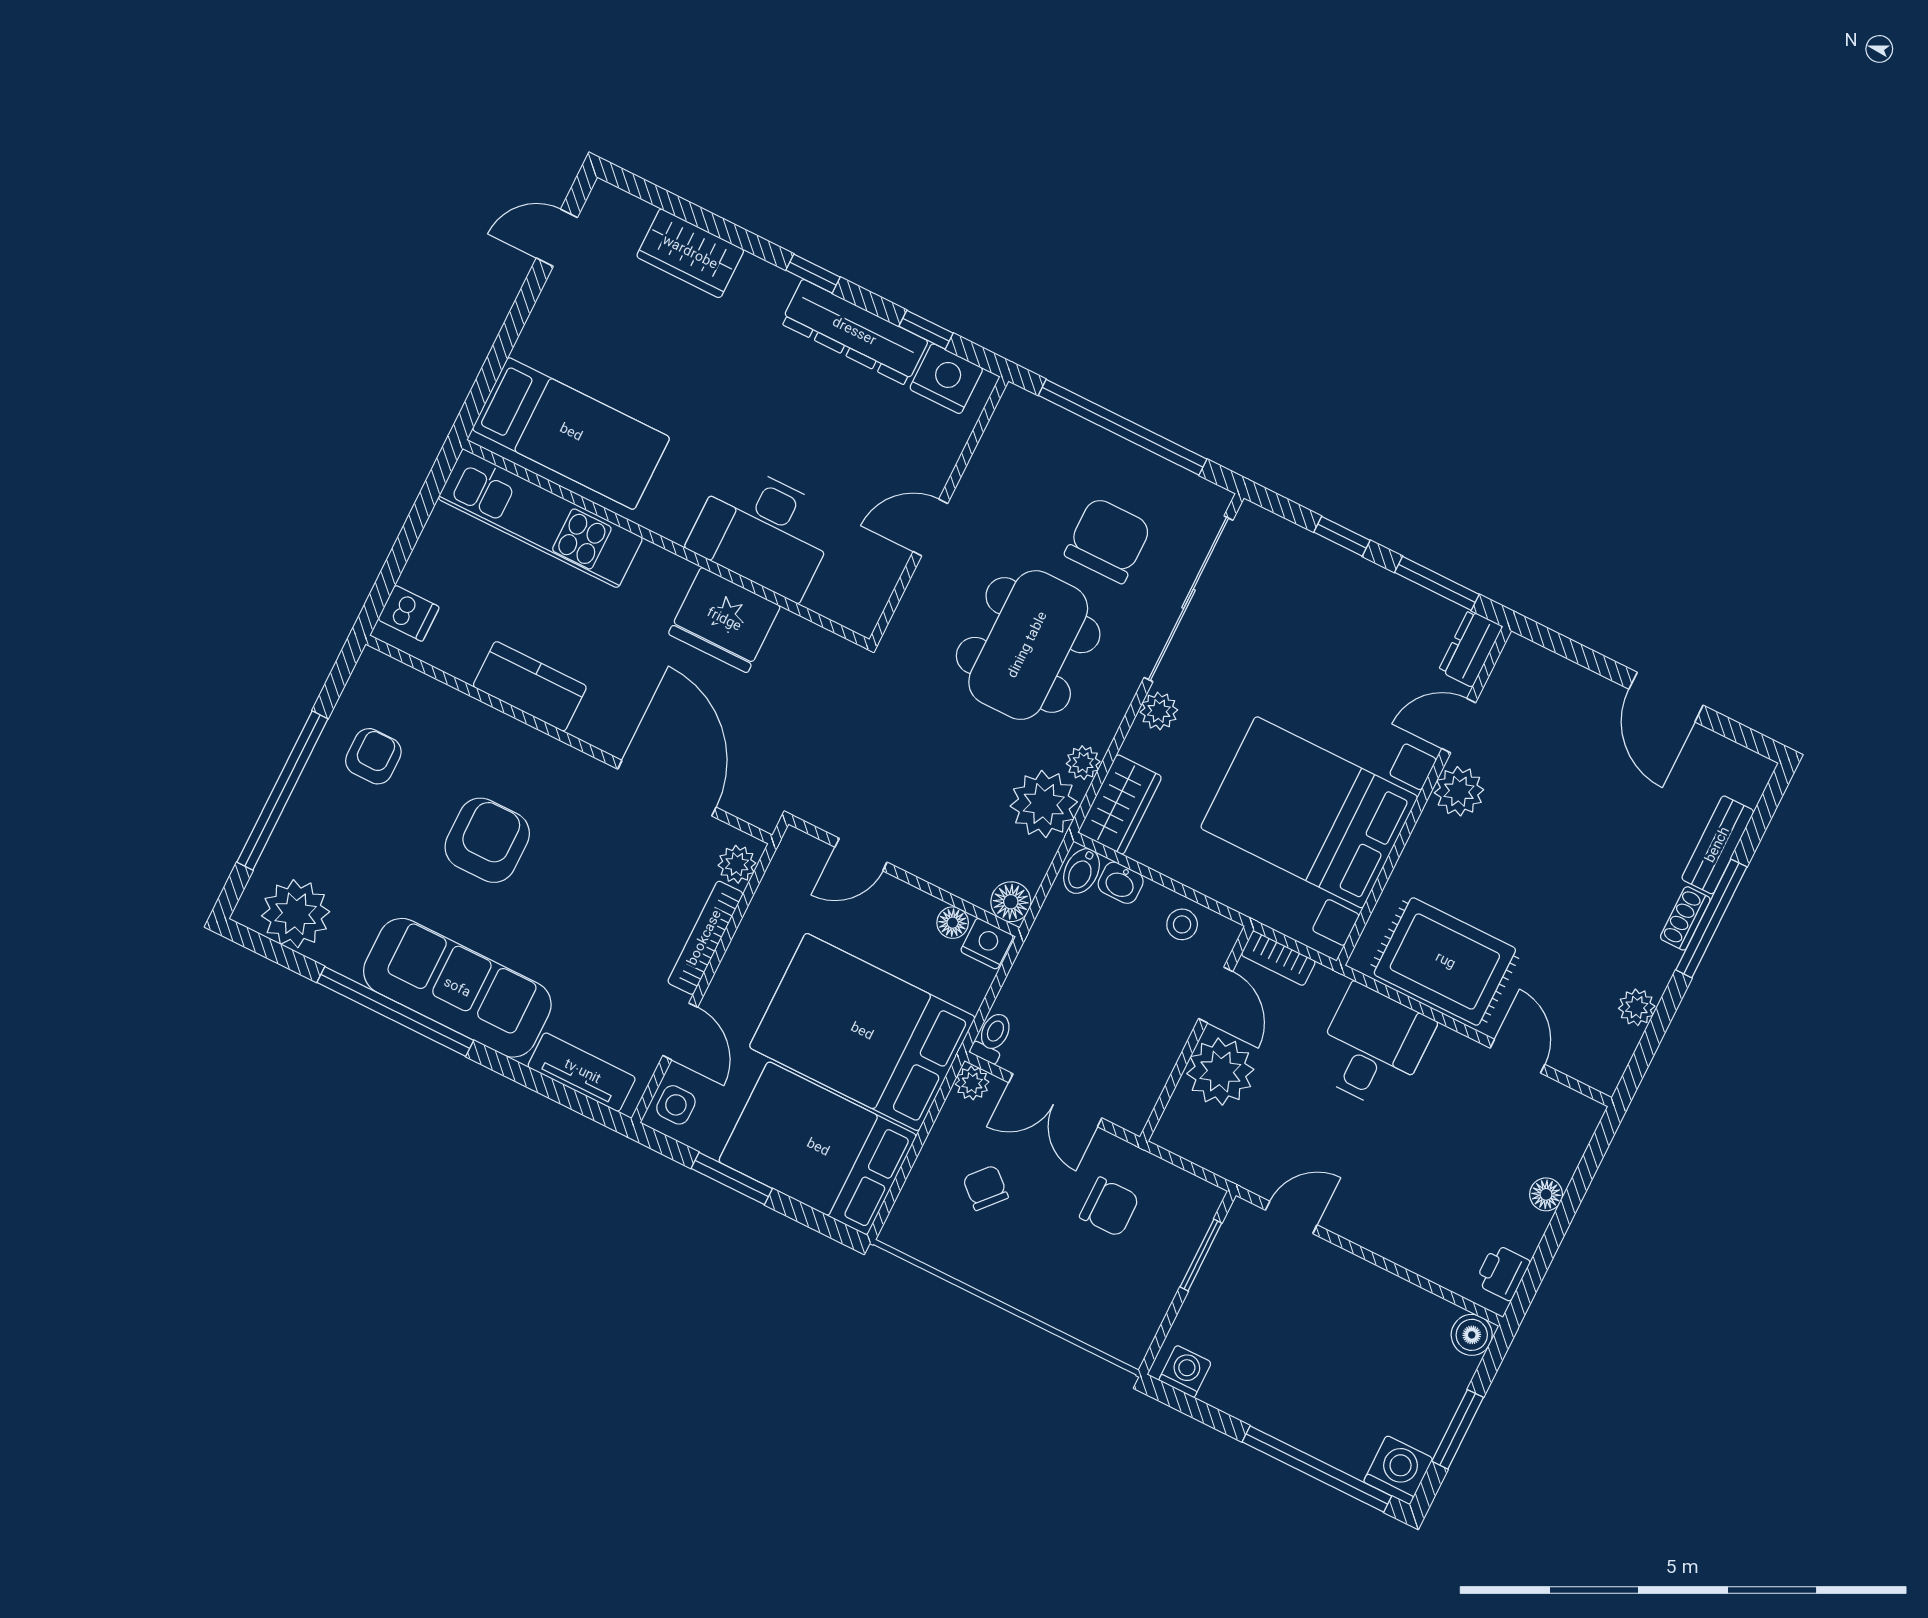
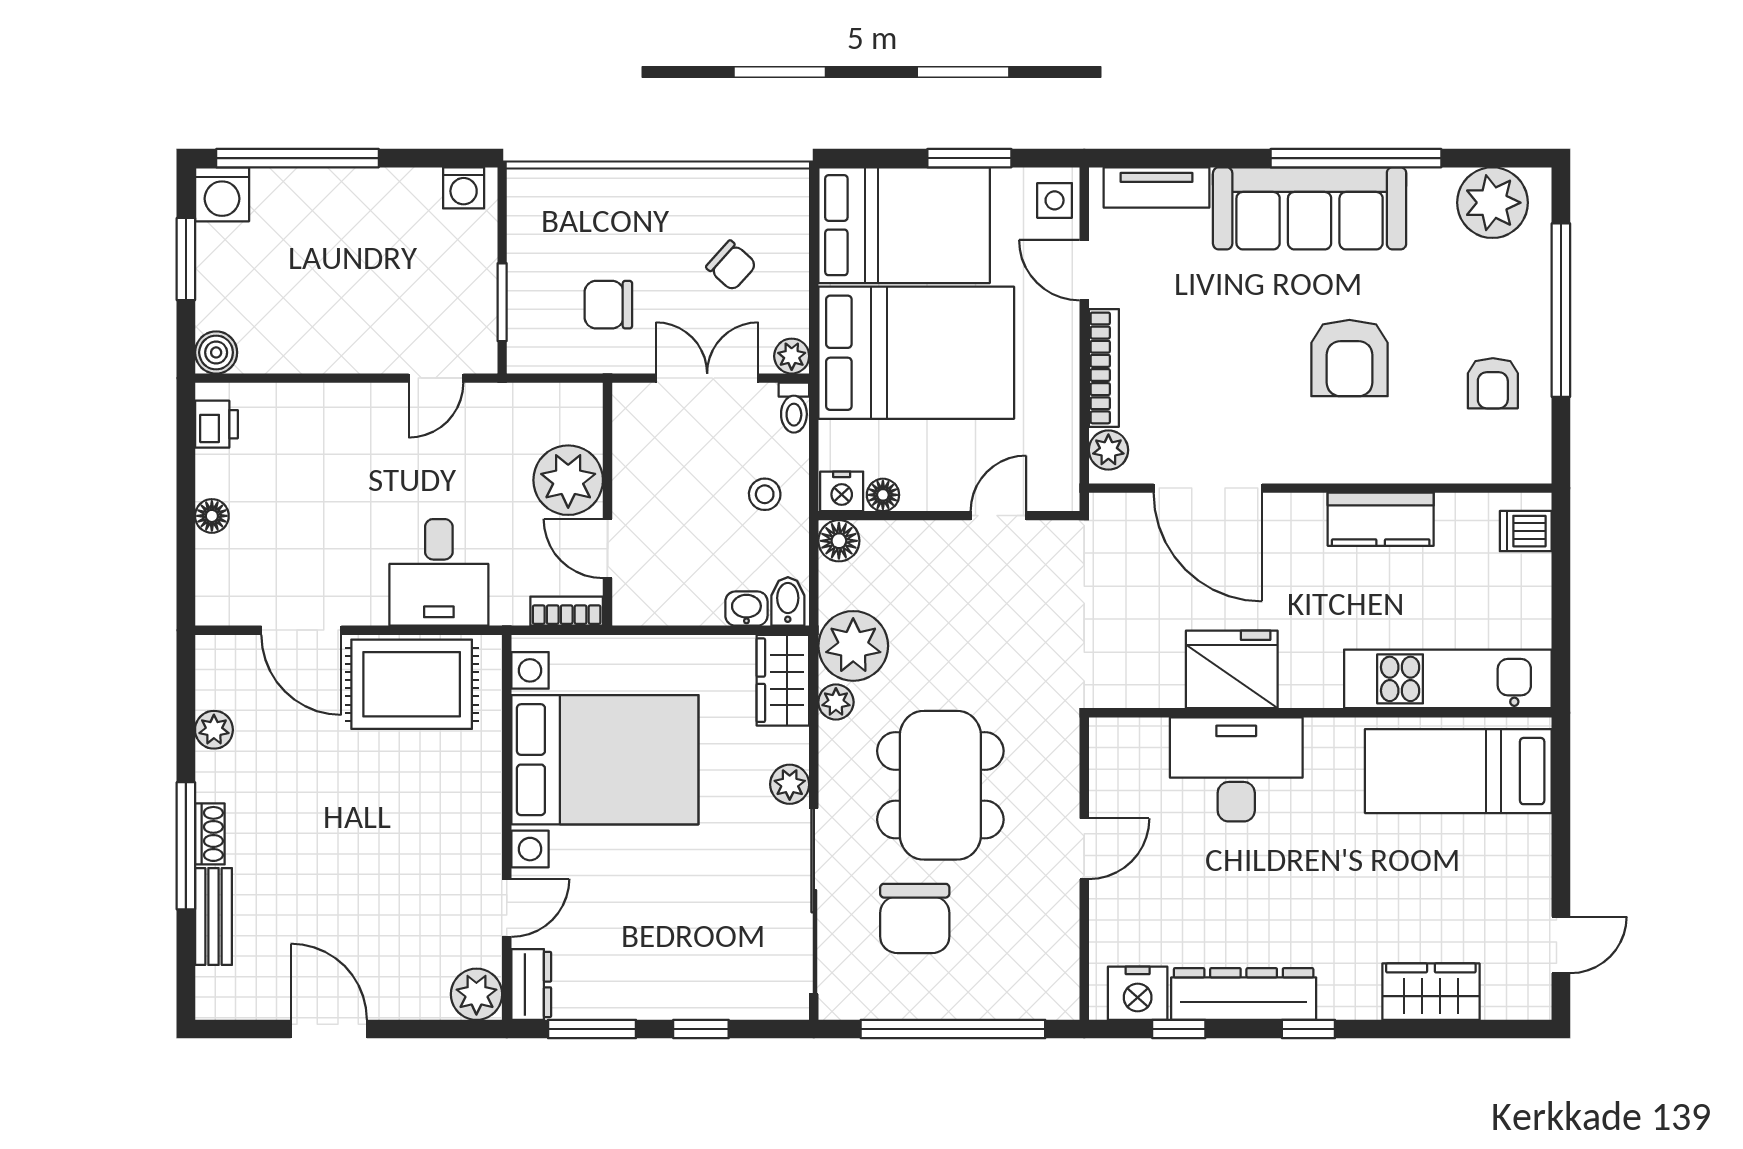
plant: (1459, 791) -> (476, 994), moved
stool: (1182, 924) -> (765, 494), moved
door: (1517, 1056) -> (301, 630), width x1.38

